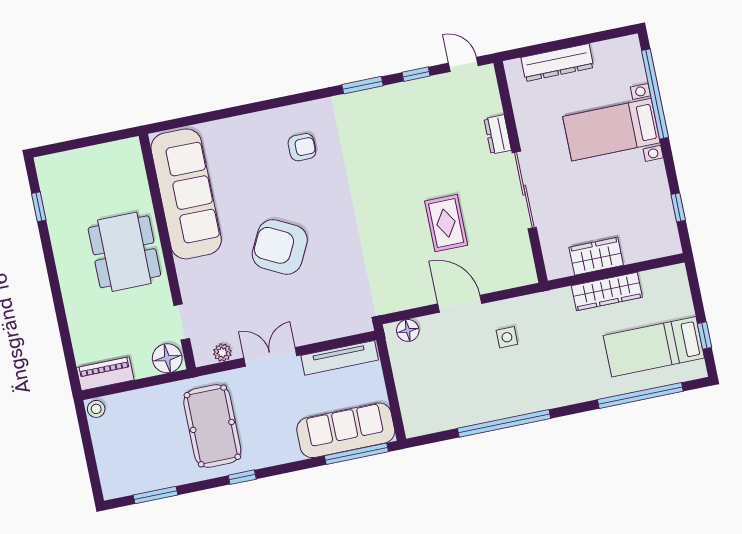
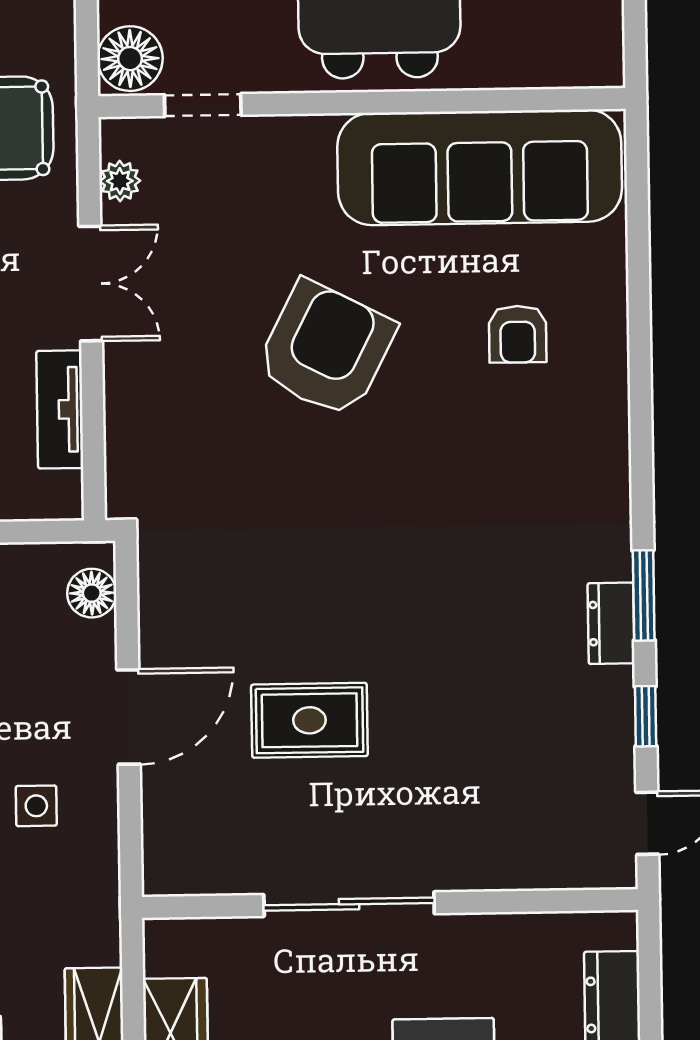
dresser: (498, 134) -> (611, 623), moved, turned -90
armchair: (302, 147) -> (518, 334), moved
tv unit: (340, 358) -> (60, 409), width x0.71

